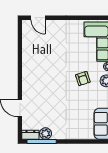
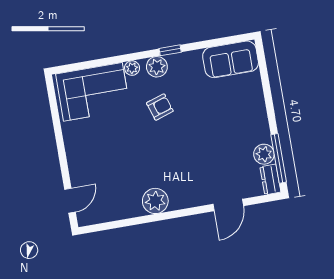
plant: (29, 67) -> (155, 201), added

